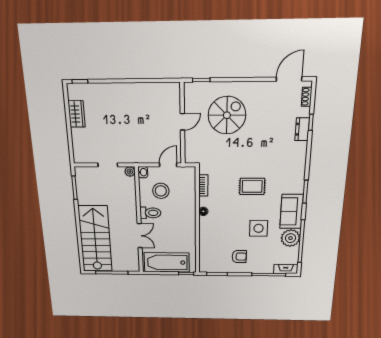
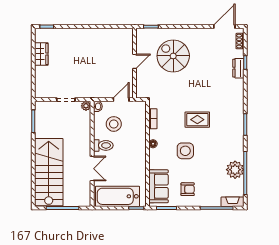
spiral stairs: (227, 115) -> (173, 56), turned -90
sofa: (292, 211) -> (158, 186), moved, turned 180
side table: (259, 228) -> (185, 151), moved

